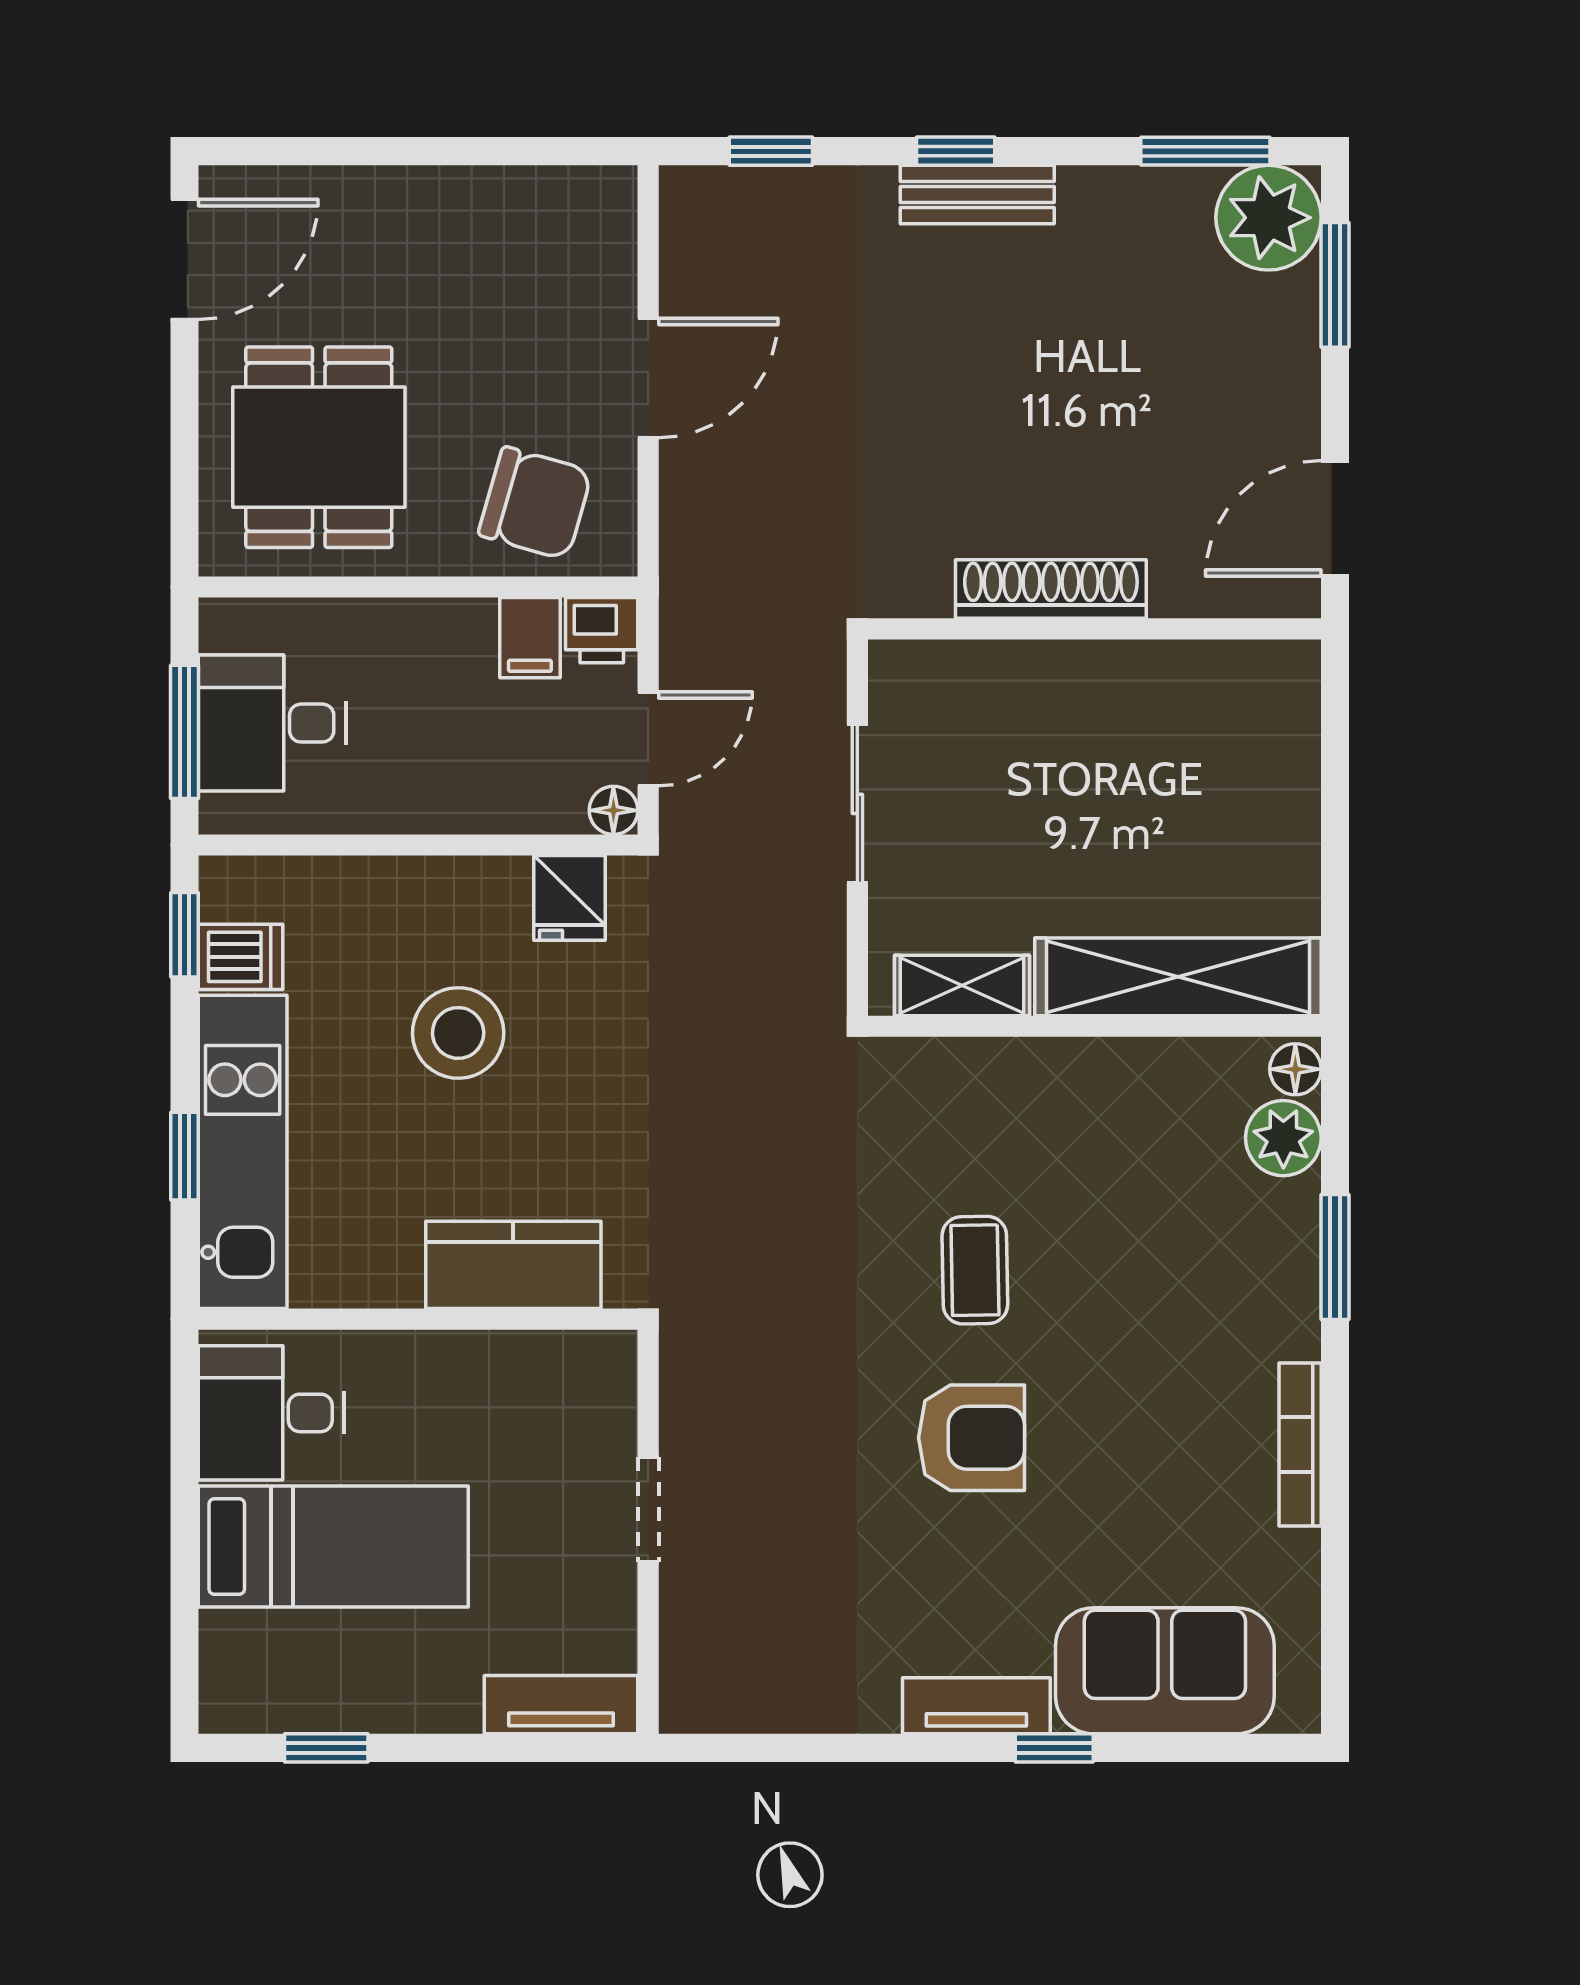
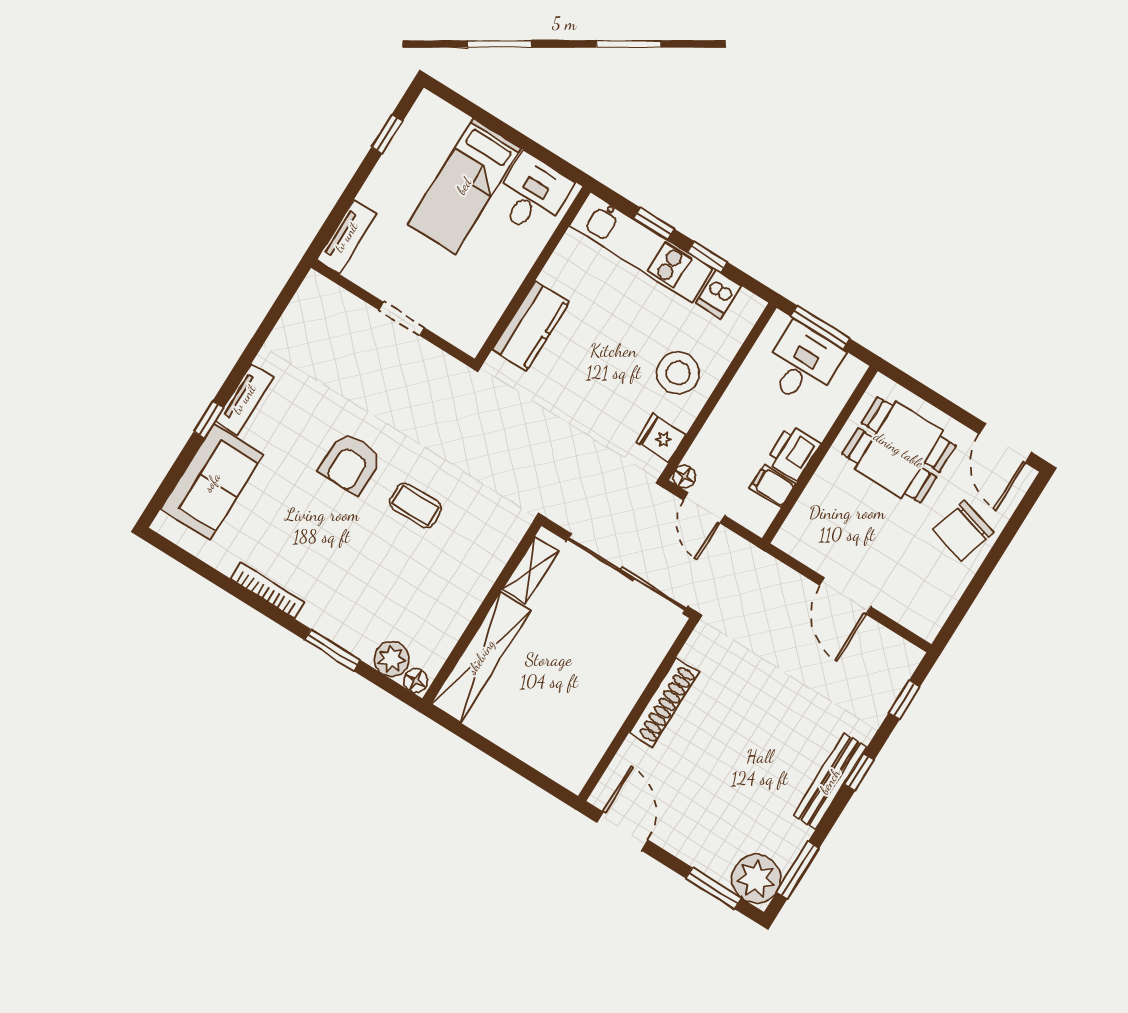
bench: (977, 194) -> (830, 781), width x1.36
chair: (535, 503) -> (963, 531), moved
printer: (602, 630) -> (793, 453), moved, width x1.36, depth x1.24
sliding door: (857, 804) -> (627, 574), width x1.86
window: (184, 935) -> (707, 257), moved
stool: (458, 1033) -> (678, 373), moved

